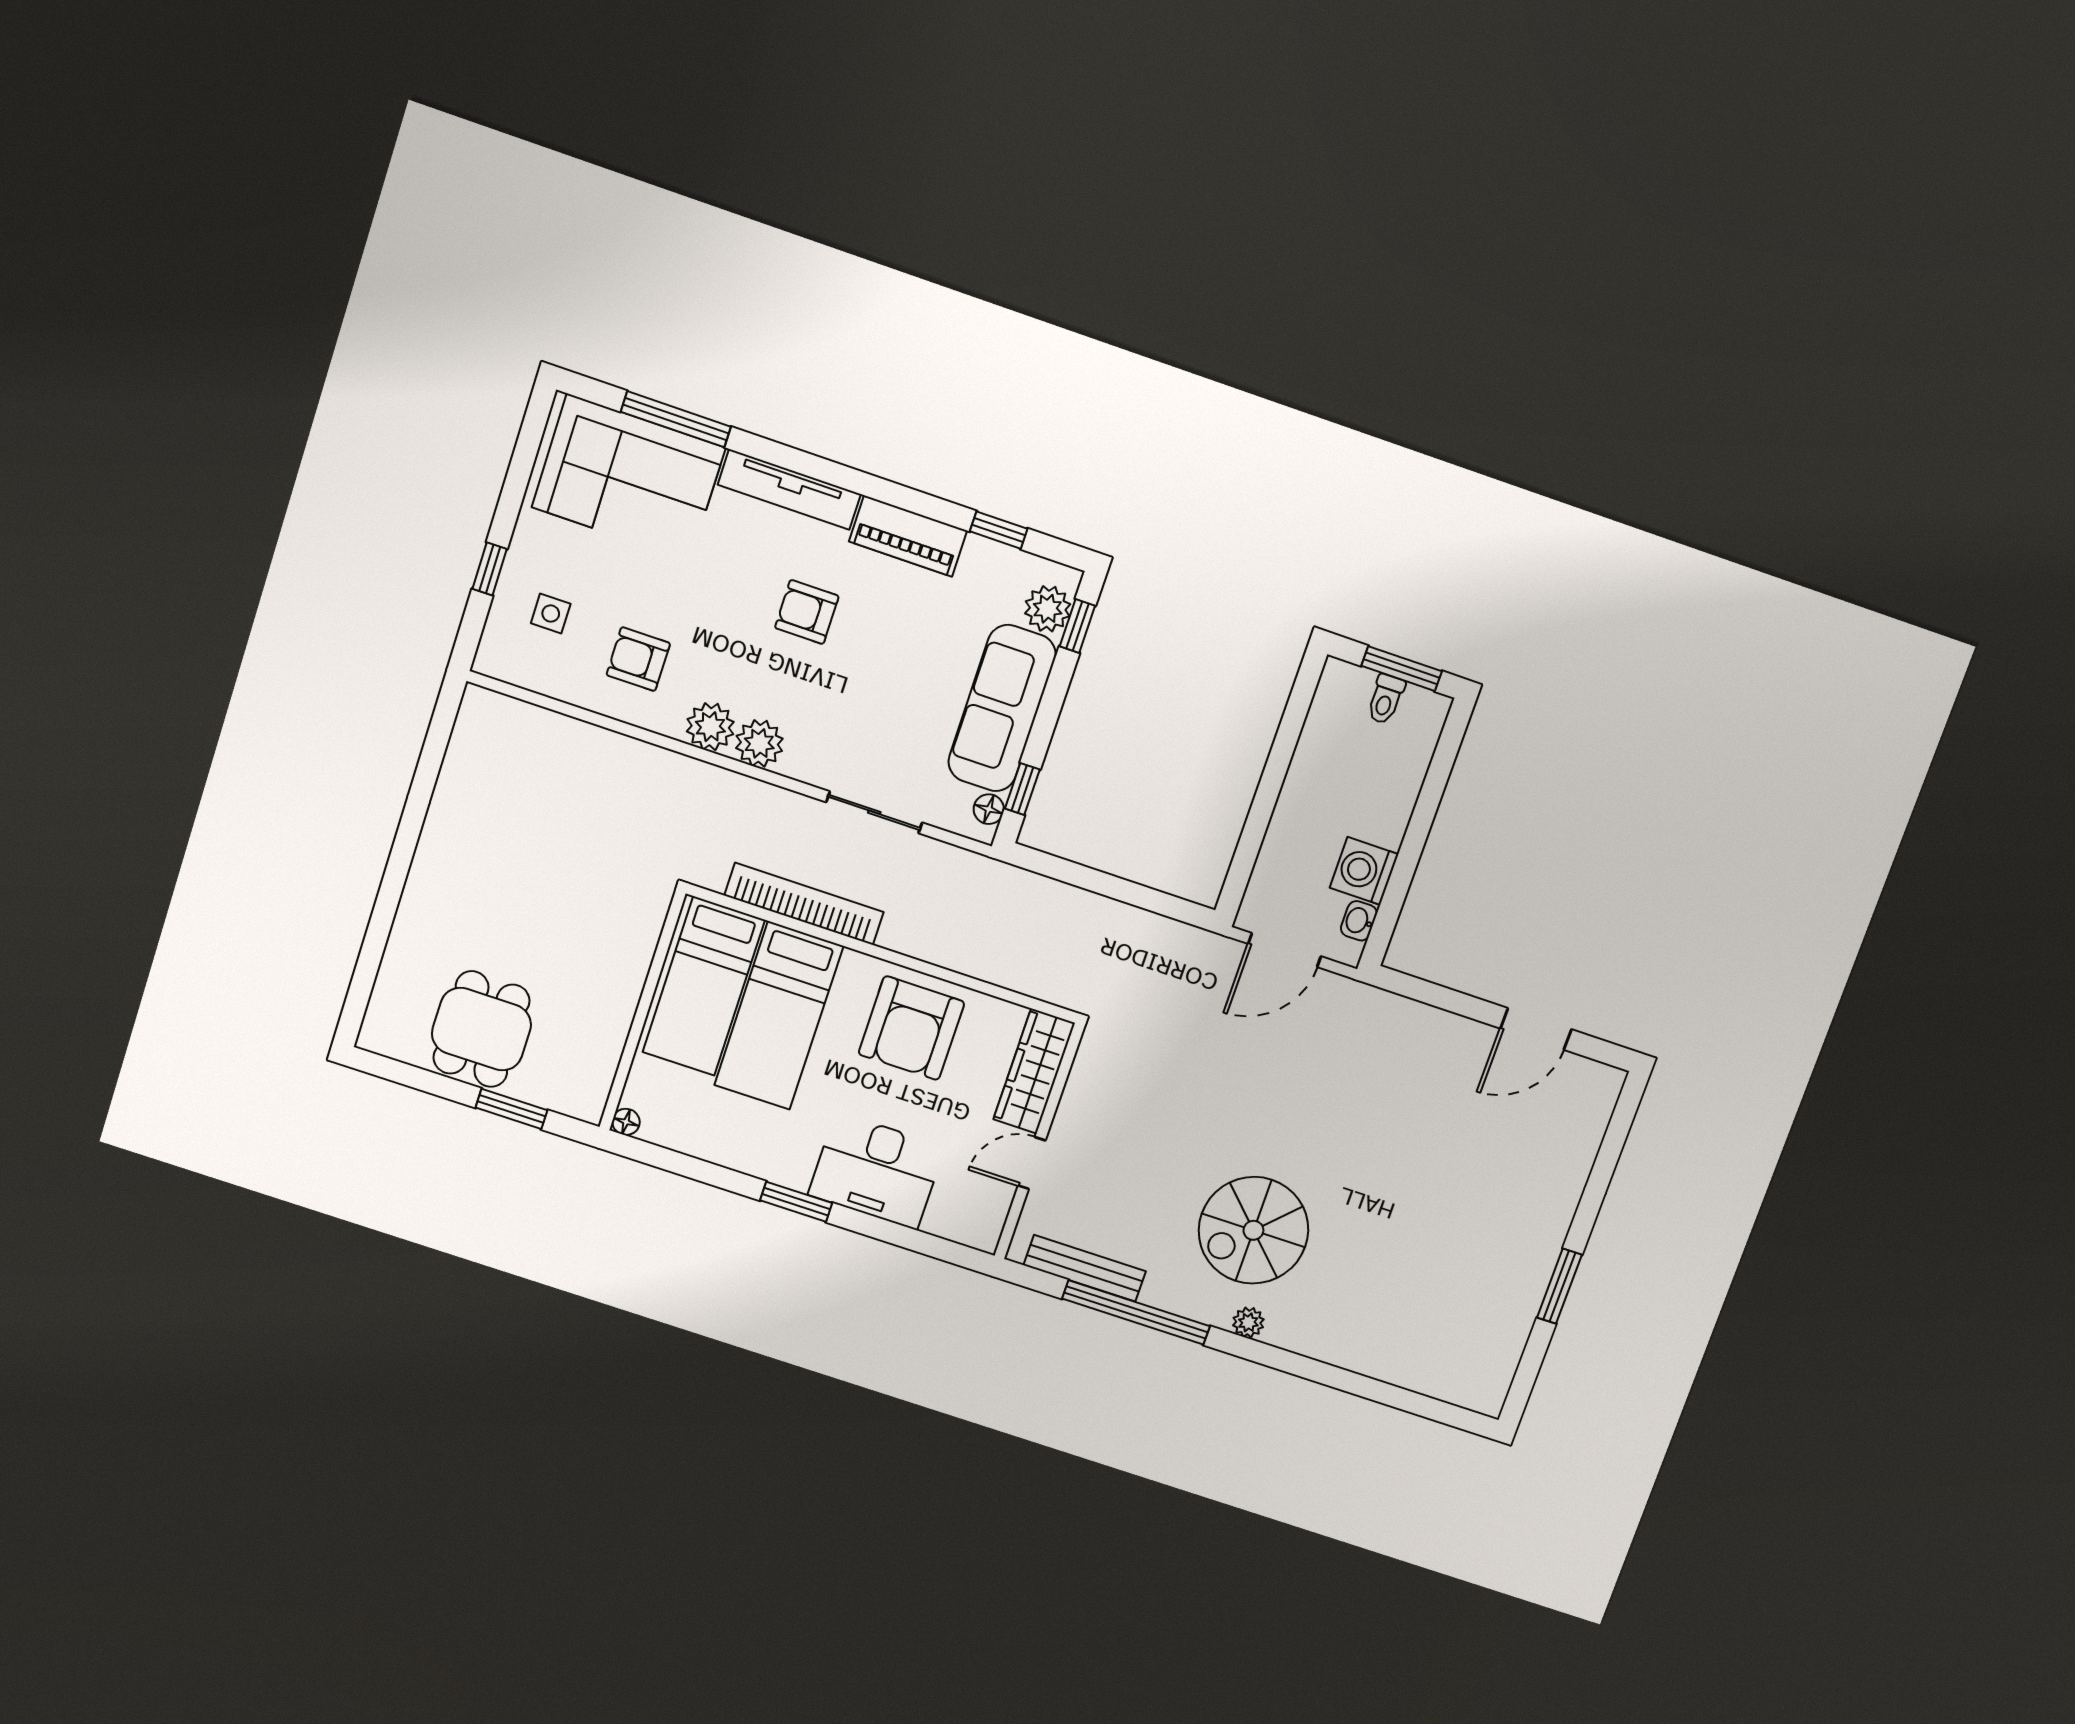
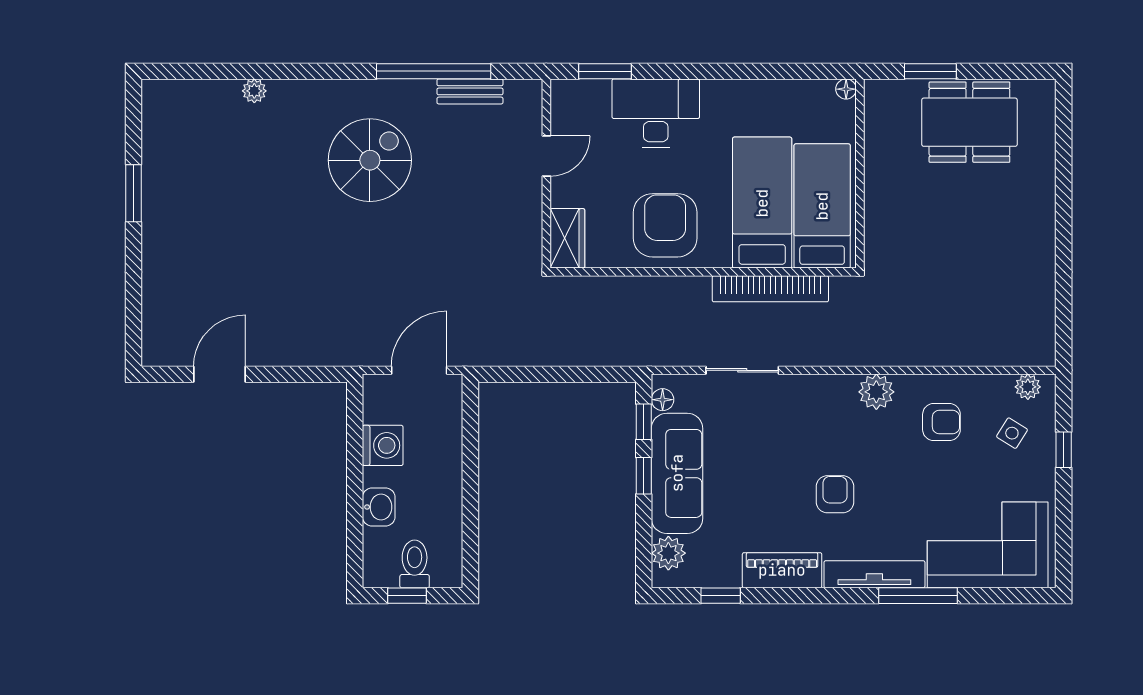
window: (676, 419) -> (918, 596), moved
armchair: (807, 612) -> (835, 494), turned -90
side table: (551, 614) -> (1012, 433), turned 32
window: (1077, 626) -> (644, 476), moved
window: (1402, 669) -> (407, 596), width x0.67
toilet: (1386, 699) -> (415, 564), width x1.37, depth x1.39
plant: (759, 743) -> (1028, 387), moved, width x0.73, depth x0.73
washbasin: (1359, 921) -> (379, 507), moved, width x1.38, depth x1.45
dining table: (481, 1029) -> (969, 122), width x1.38
wardrobe: (1034, 1071) -> (567, 238), width x0.67
window: (796, 1202) -> (605, 71), moved
bench: (1085, 1268) -> (470, 91), width x0.73
plant: (1248, 1322) -> (254, 91), moved

